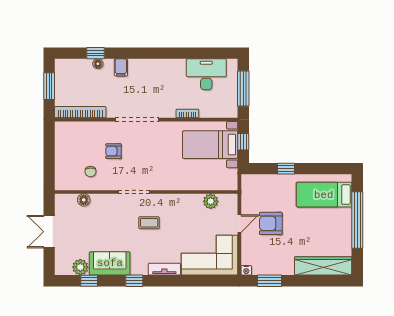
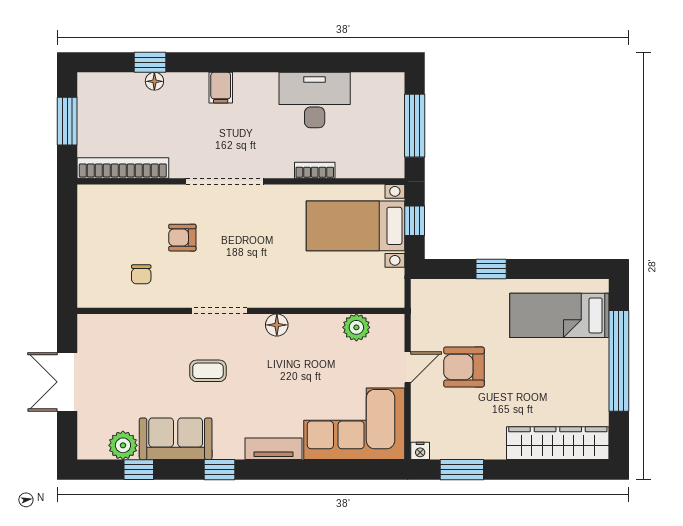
filing cabinet: (121, 67) -> (221, 88), moved
desk: (206, 74) -> (315, 100), moved
floor lamp: (84, 200) -> (277, 325), moved
coffee table: (149, 223) -> (208, 371), moved

